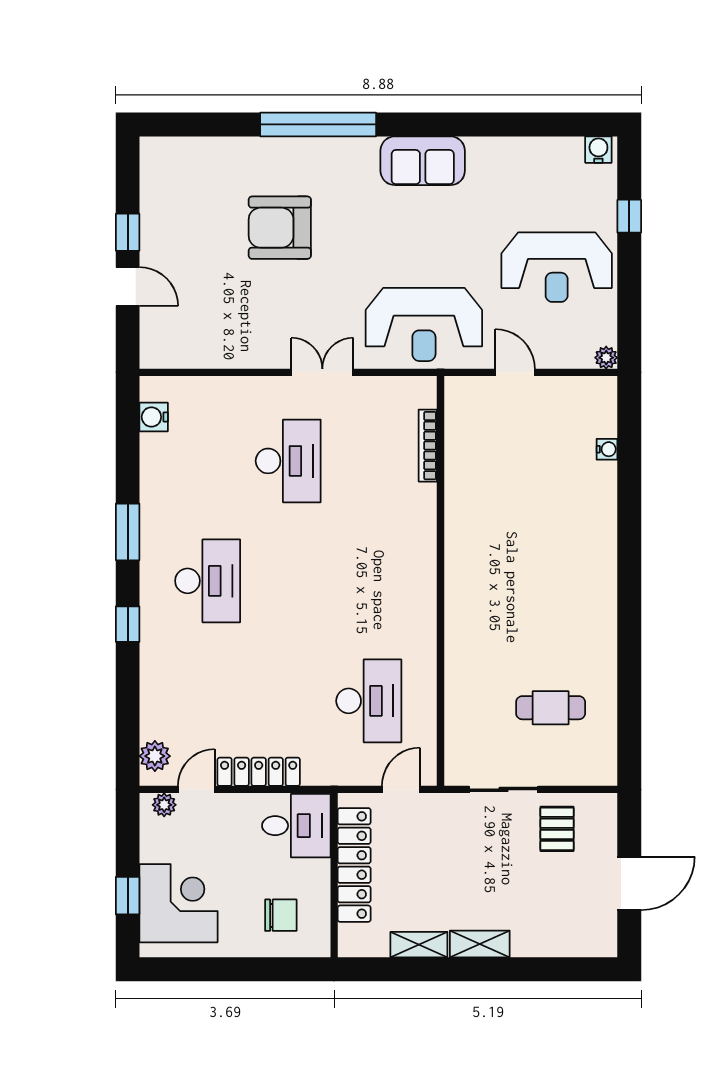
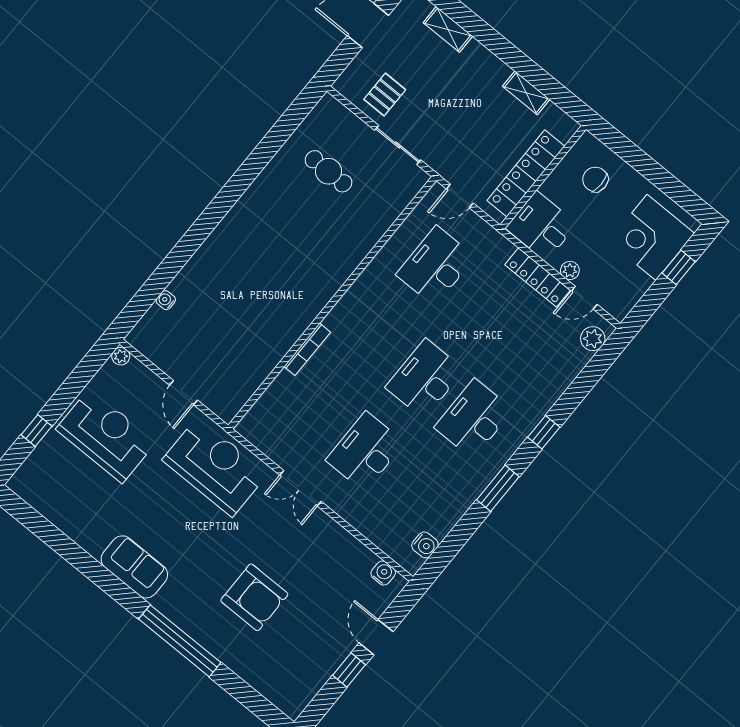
water cooler: (598, 150) -> (383, 573), moved, turned 180
bookcase: (428, 446) -> (307, 349), moved
desk: (288, 581) -> (425, 379), added
plant: (164, 805) -> (570, 270), moved
shelving: (480, 944) -> (448, 29), moved

